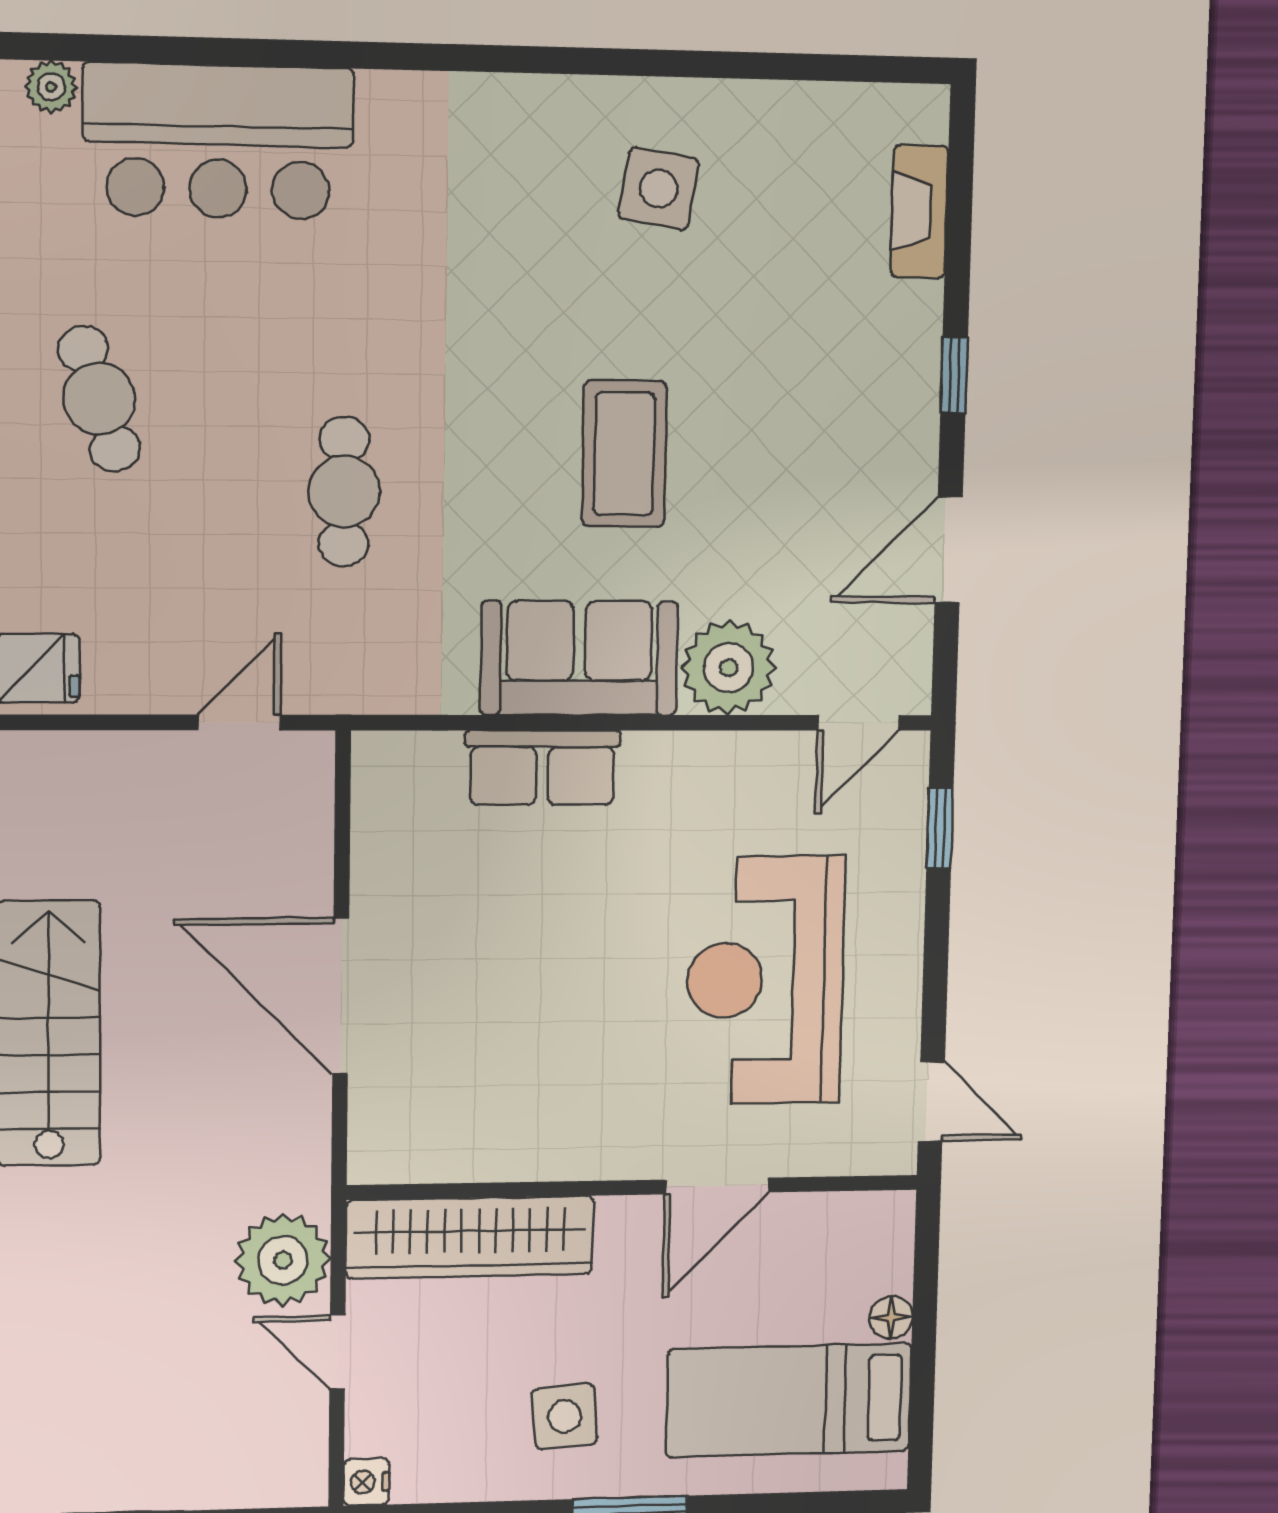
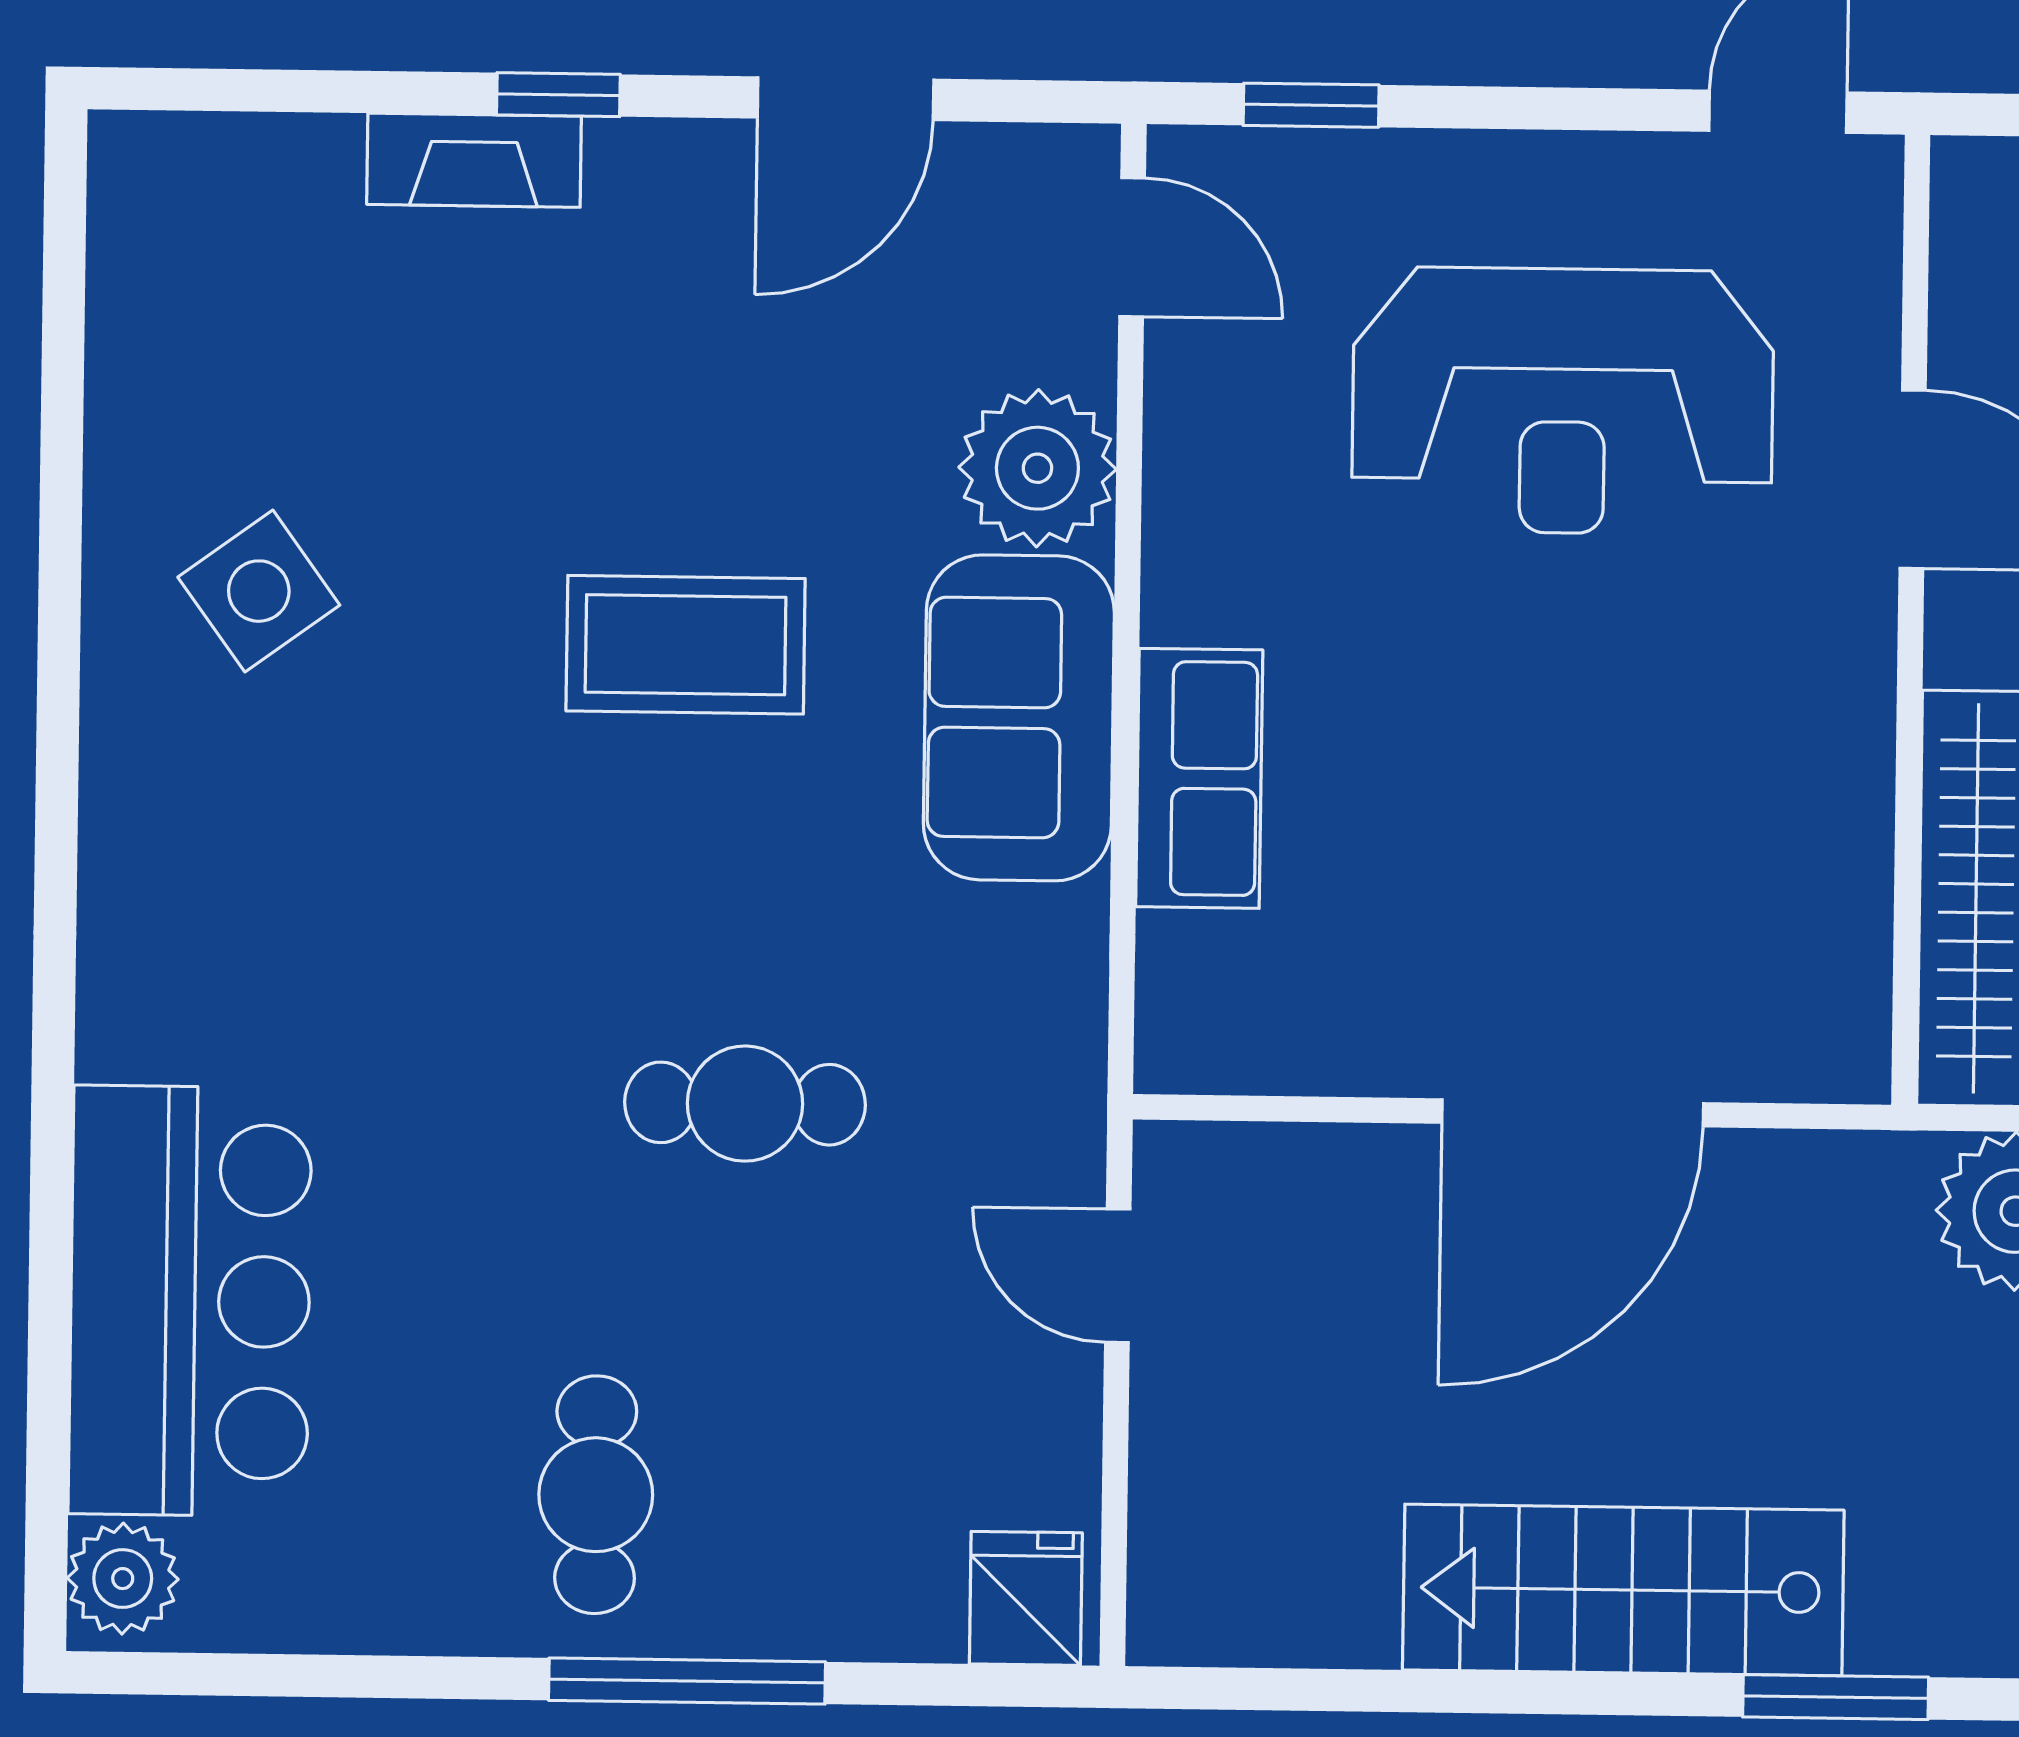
plant: (51, 87) -> (123, 1579), width x1.38, depth x1.38
side table: (659, 189) -> (259, 591), turned 45
fireplace: (919, 212) -> (474, 160), moved
cafe table: (99, 399) -> (596, 1495), turned -72
door: (949, 550) -> (846, 99), hinge flipped

